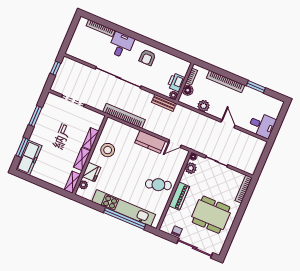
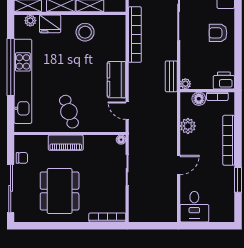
printer: (176, 82) -> (224, 81), moved
plant: (191, 168) -> (106, 142), removed
window: (125, 218) -> (11, 67), moved

